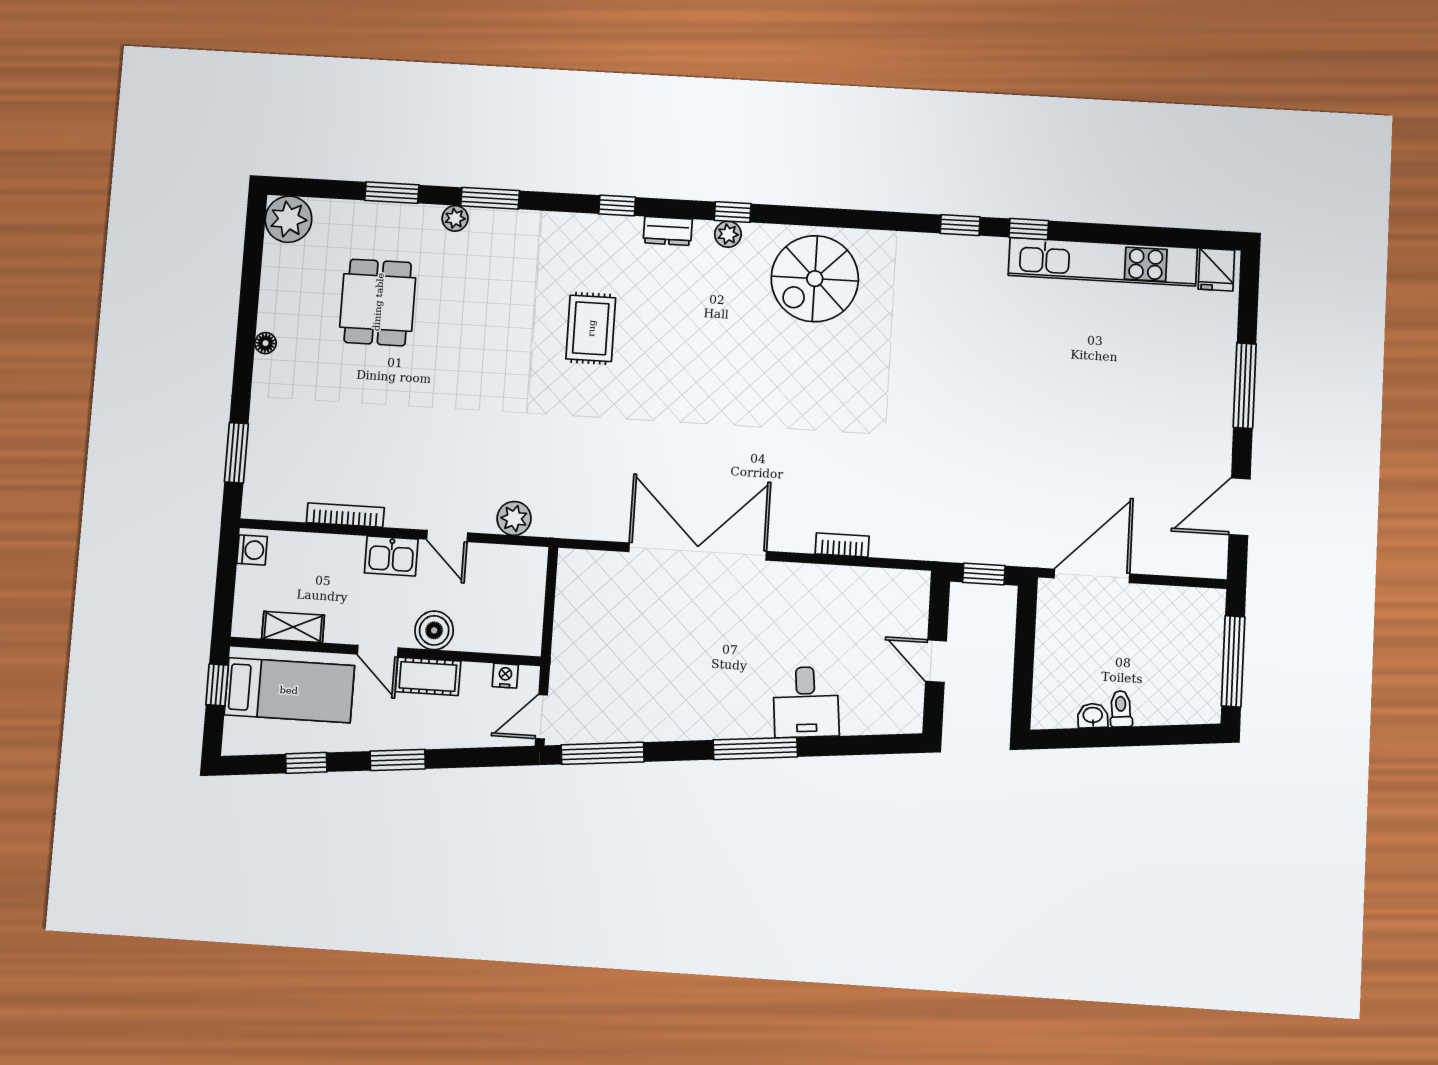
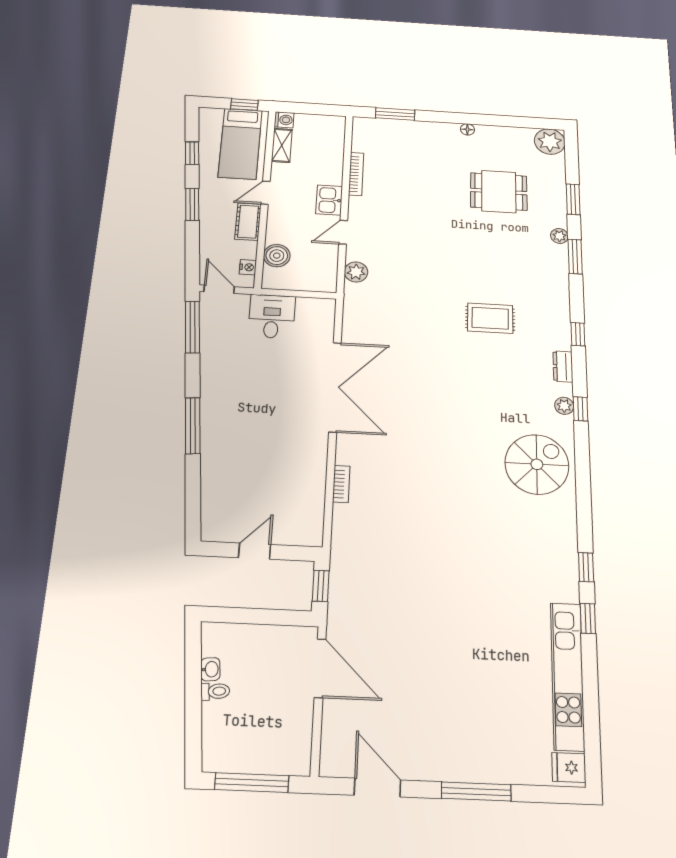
spiral stairs: (815, 279) -> (537, 464), turned 90
washing machine: (252, 550) -> (284, 120), moved, turned -90
boiler: (434, 630) -> (277, 256), moved
desk: (806, 702) -> (272, 316), moved, turned 95

